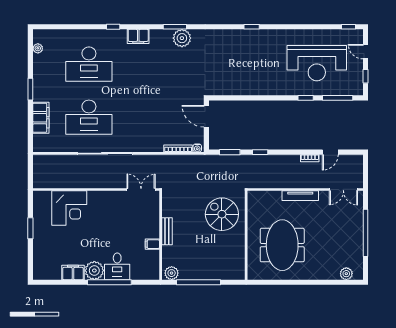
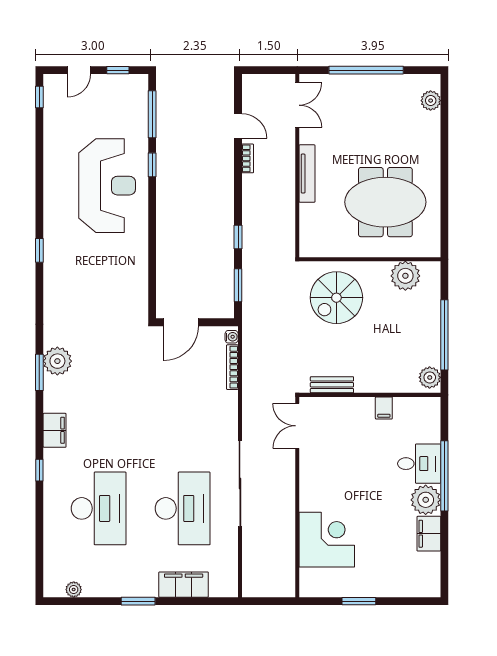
reception desk: (317, 63) -> (107, 186), moved
bench: (167, 231) -> (332, 385), moved
plant: (236, 258) -> (405, 276), added

